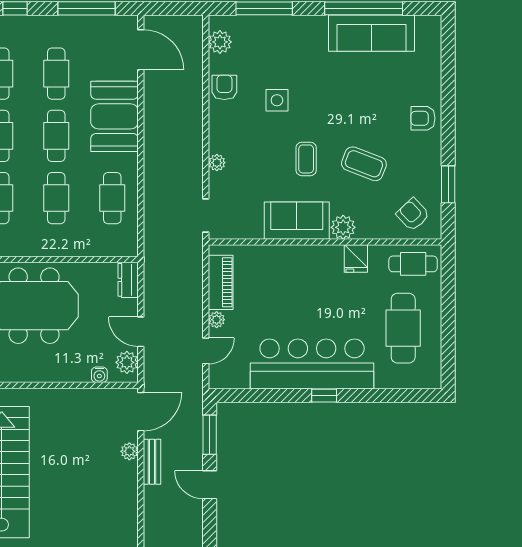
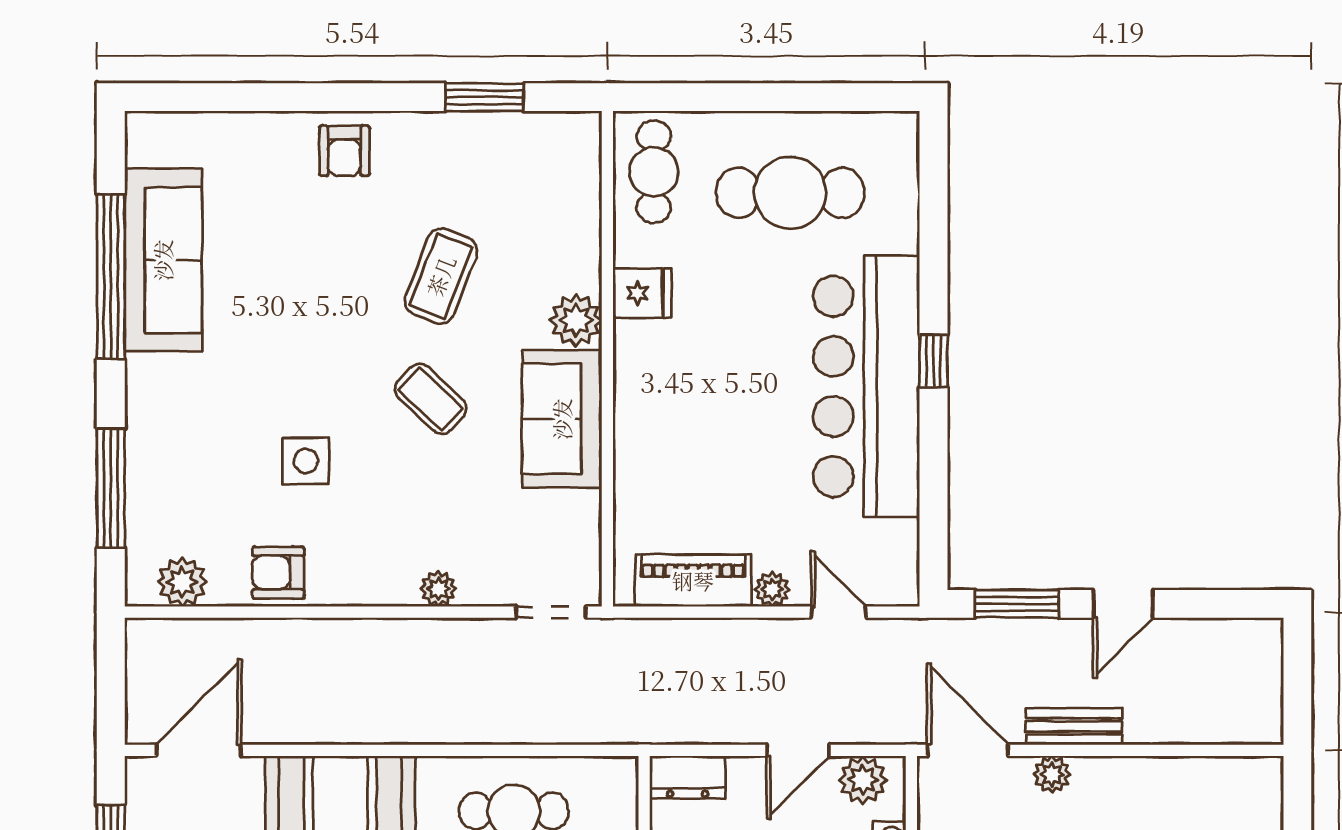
coffee table: (306, 159) -> (431, 399), turned 43
armchair: (413, 215) -> (549, 172), removed

